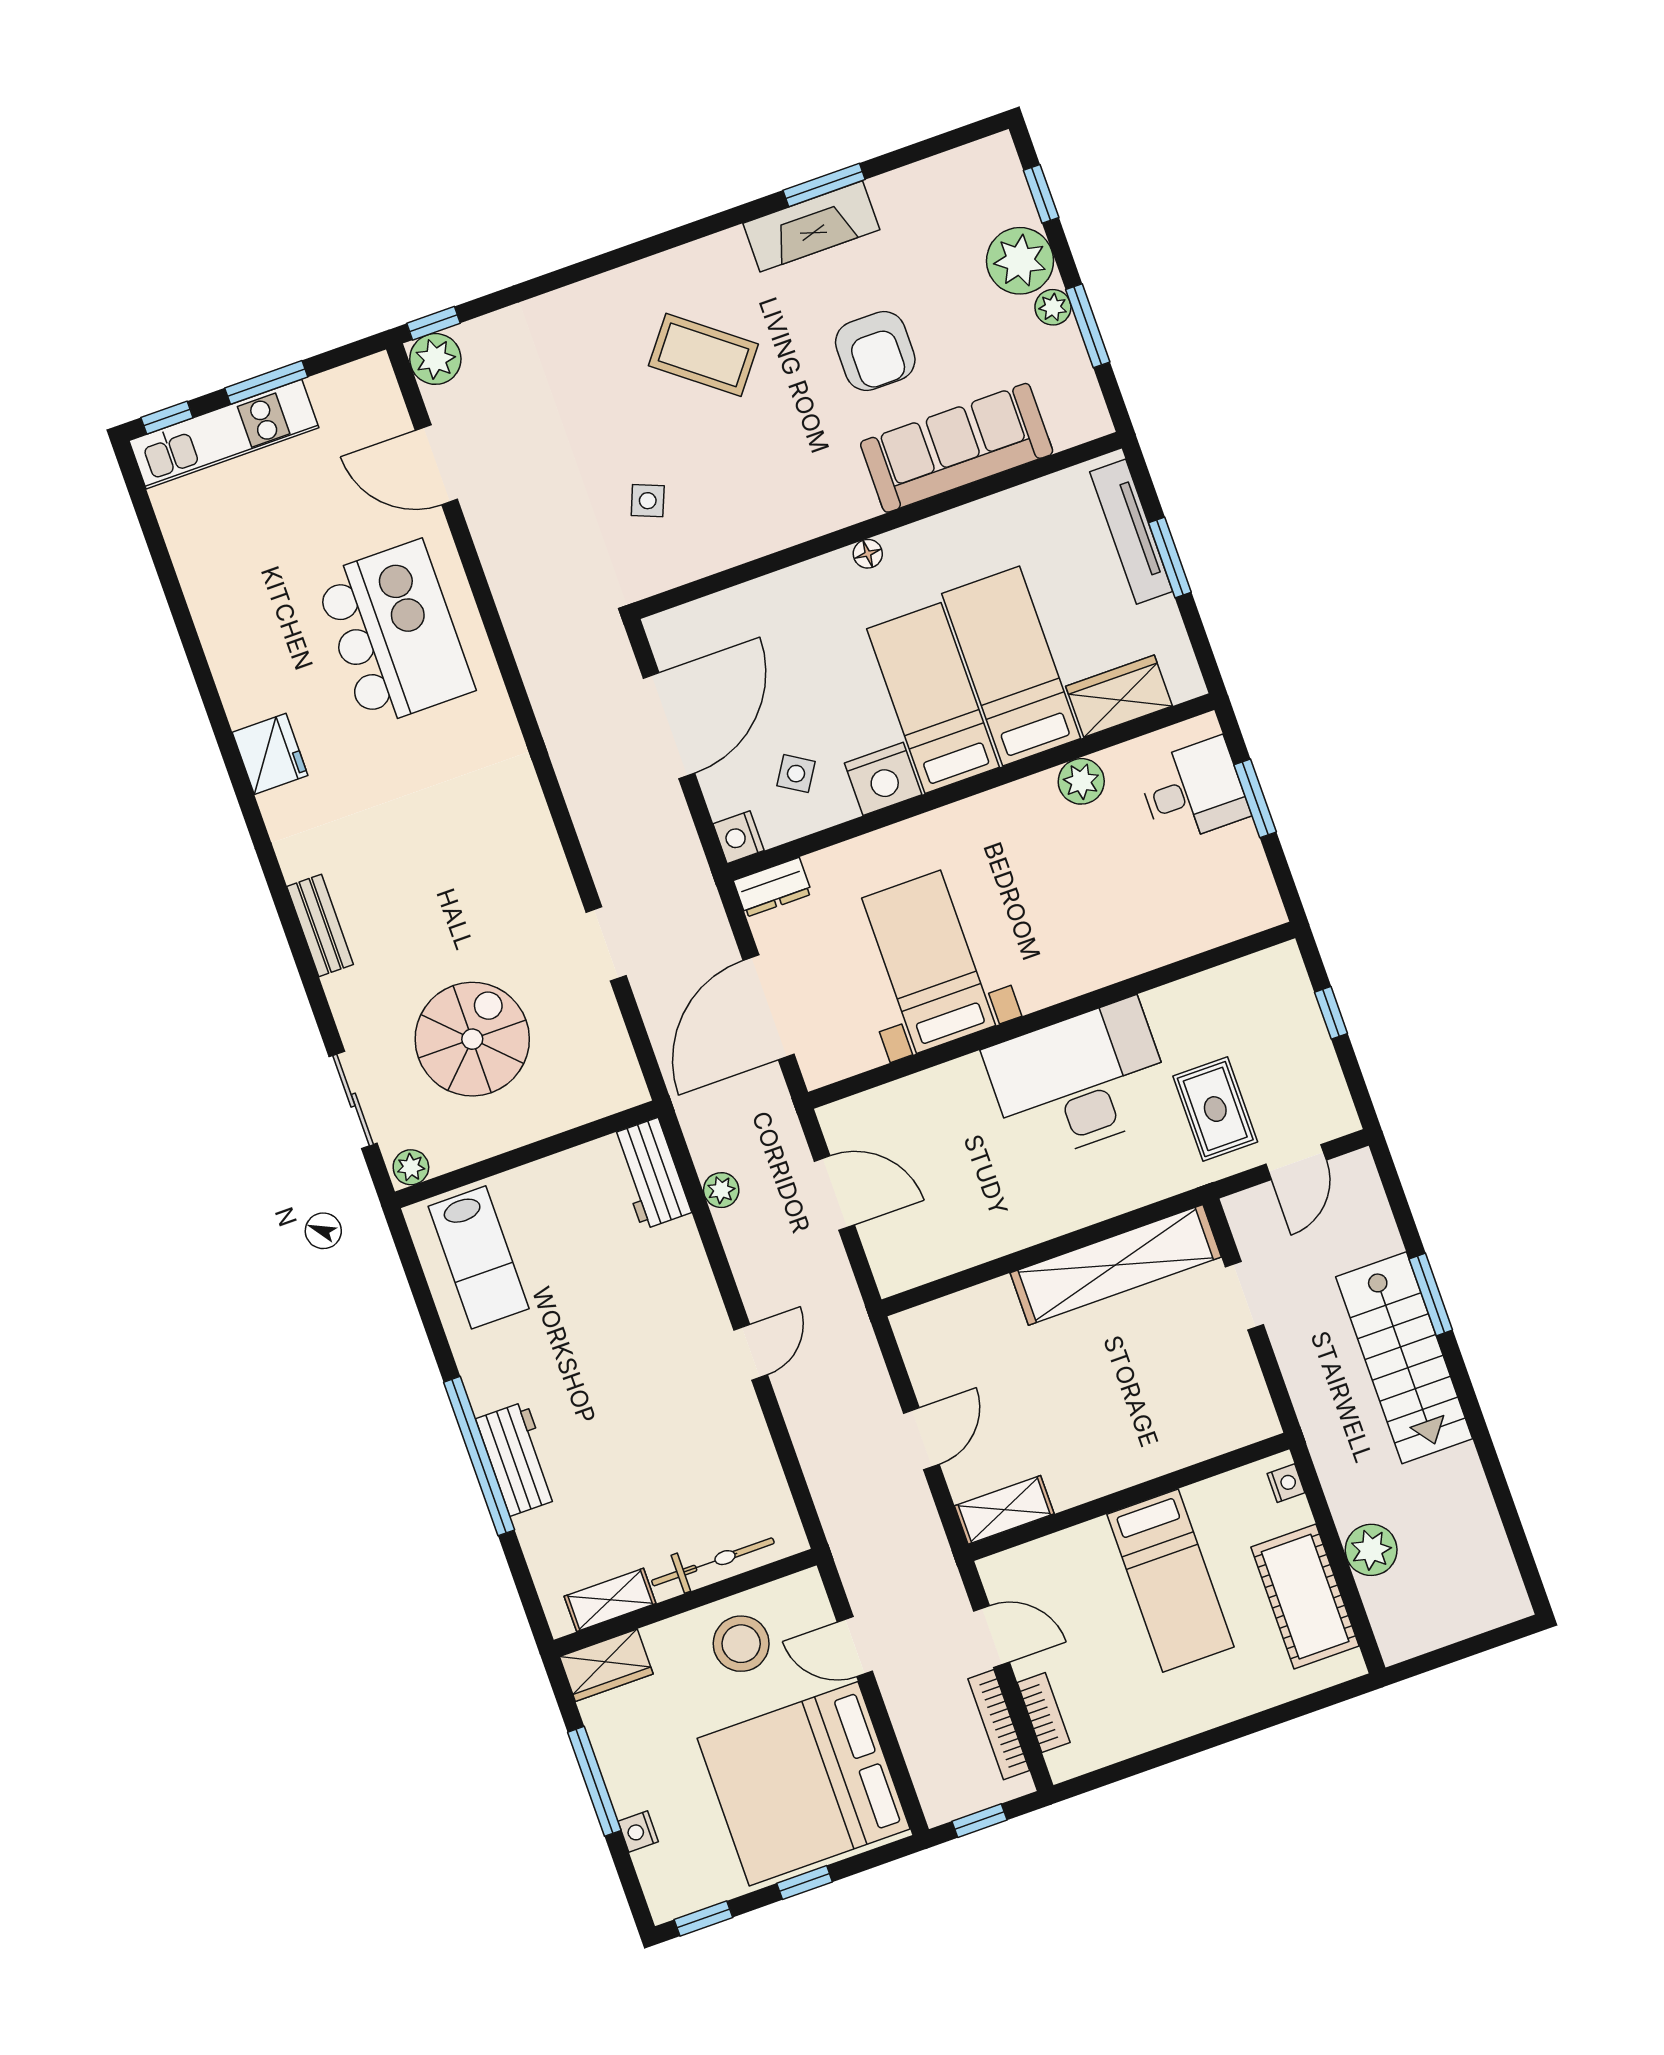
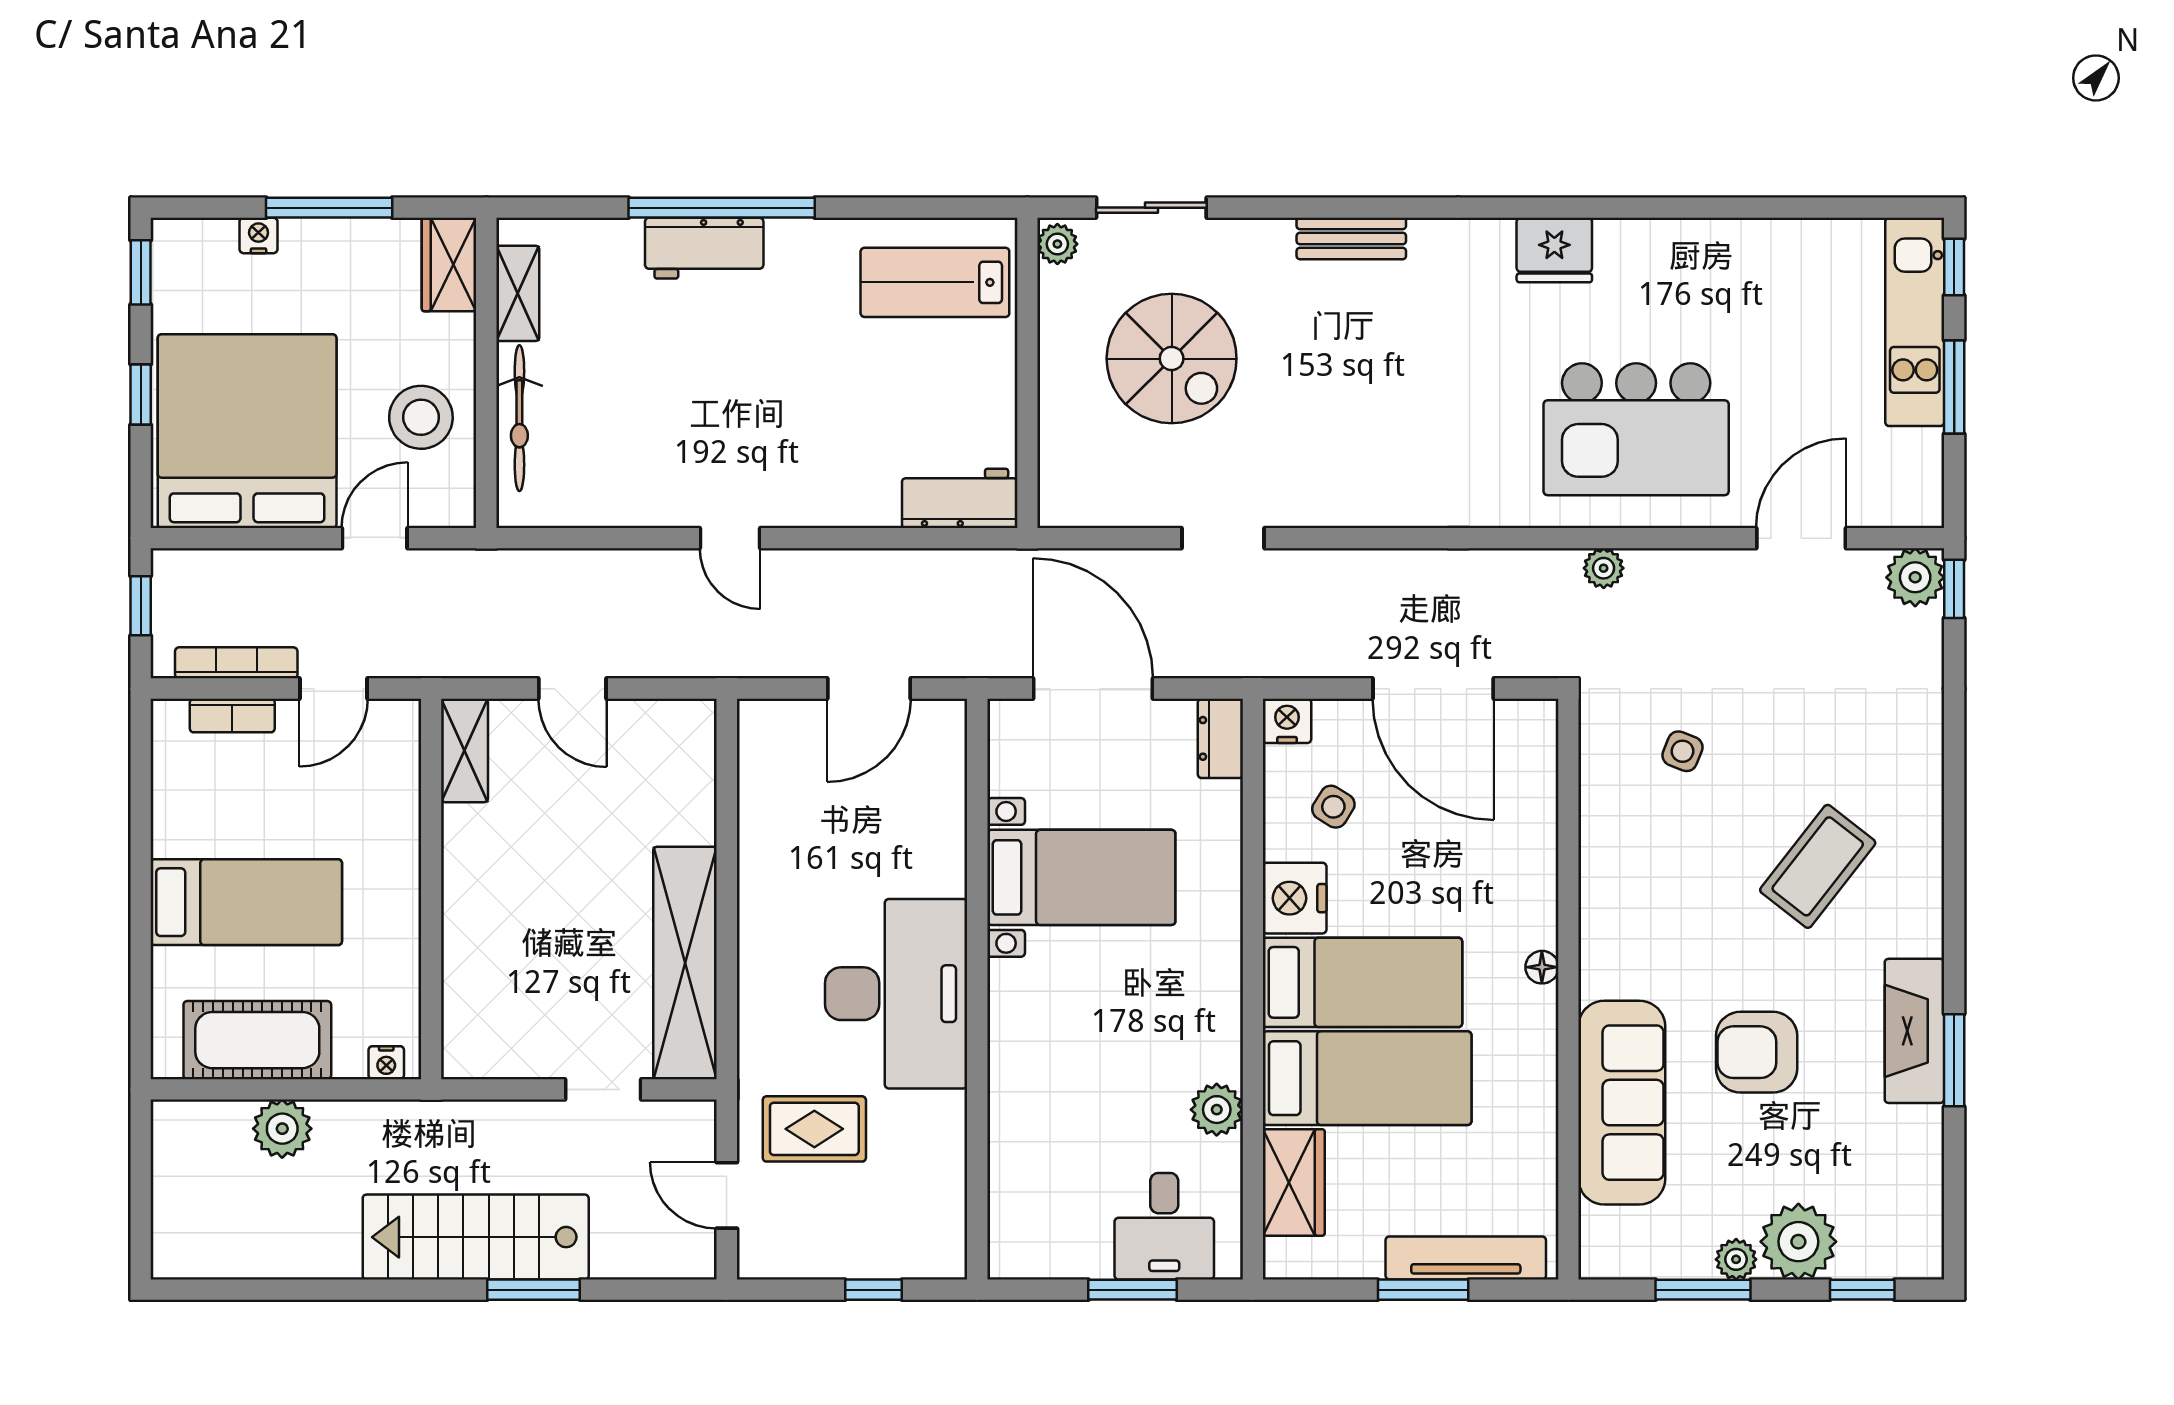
plant: (721, 1190) -> (1604, 568), moved
bed: (1171, 1581) -> (246, 902), moved, turned 180

